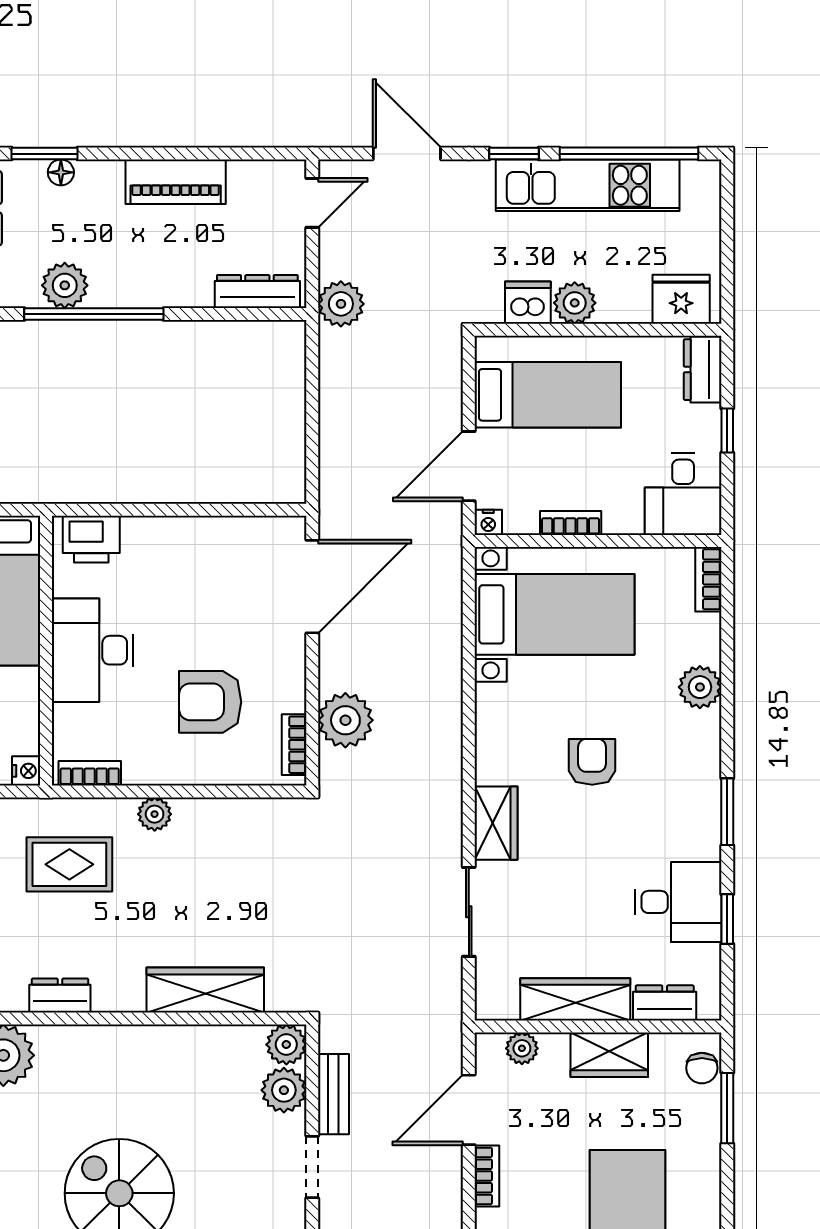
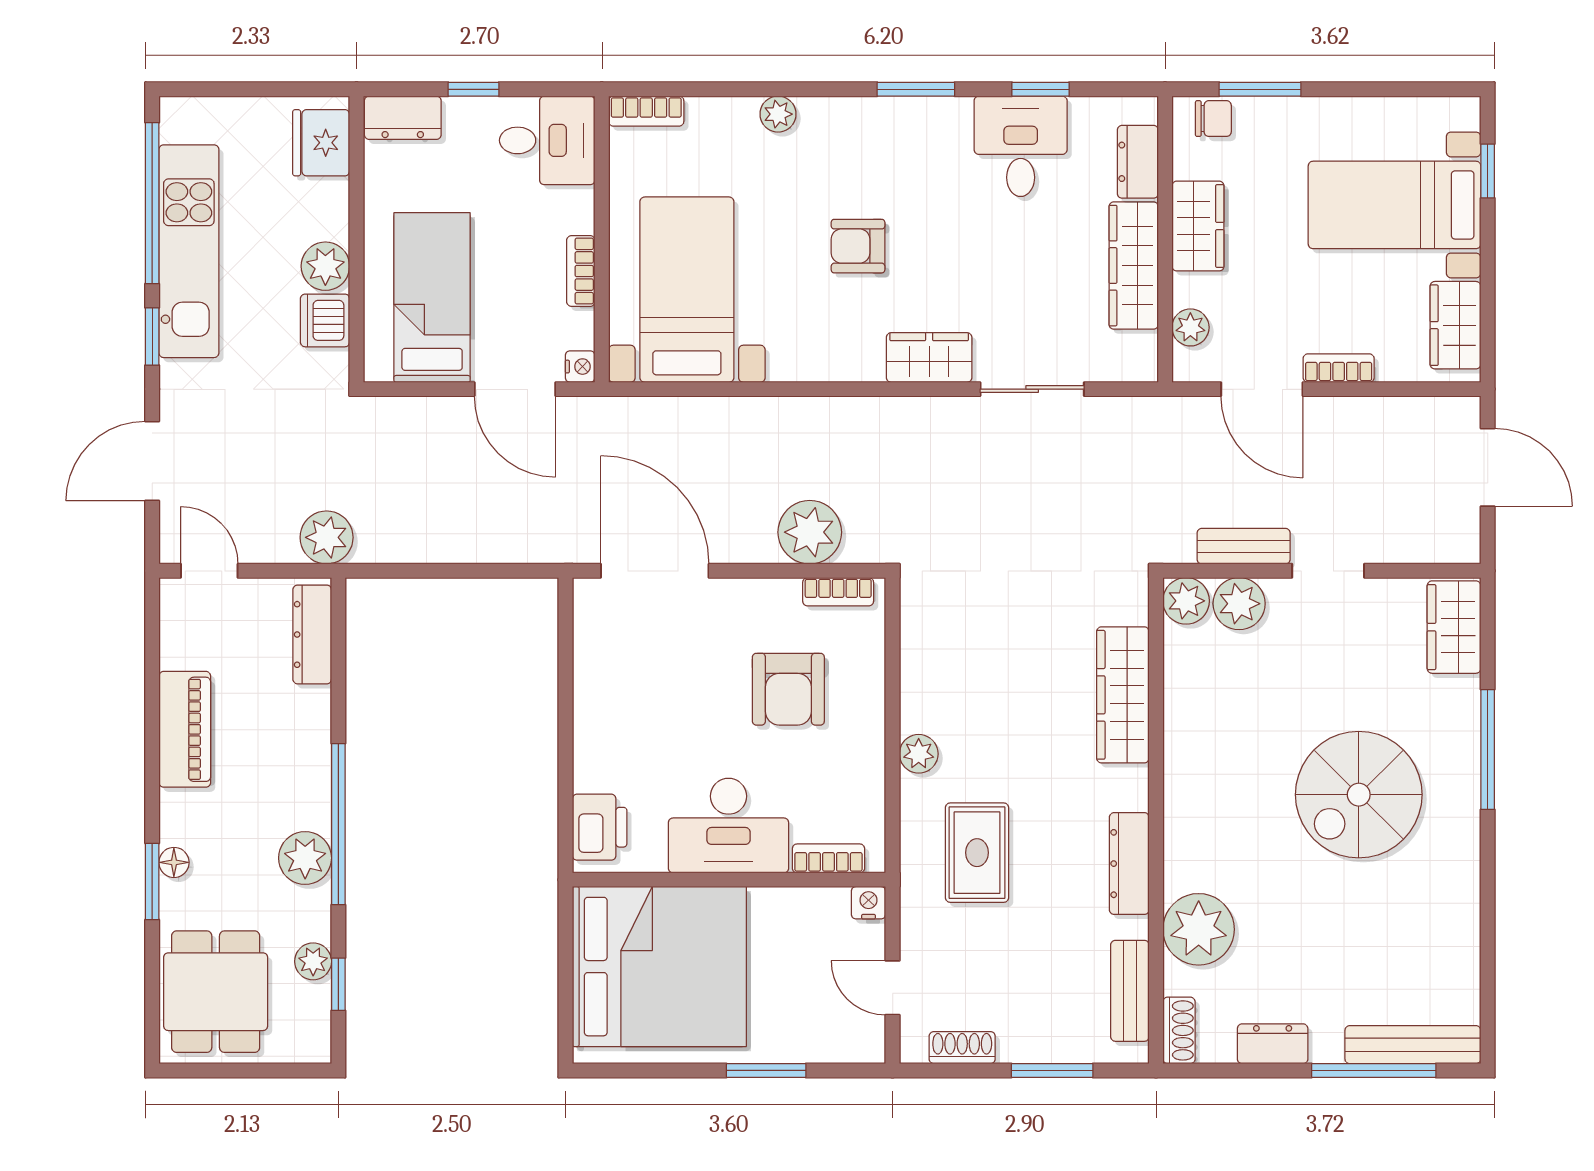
plant: (700, 687) -> (778, 114), width x0.73, depth x0.73
bookcase: (90, 773) -> (828, 858), moved, turned 90
dresser: (60, 996) -> (1129, 864), width x1.44

